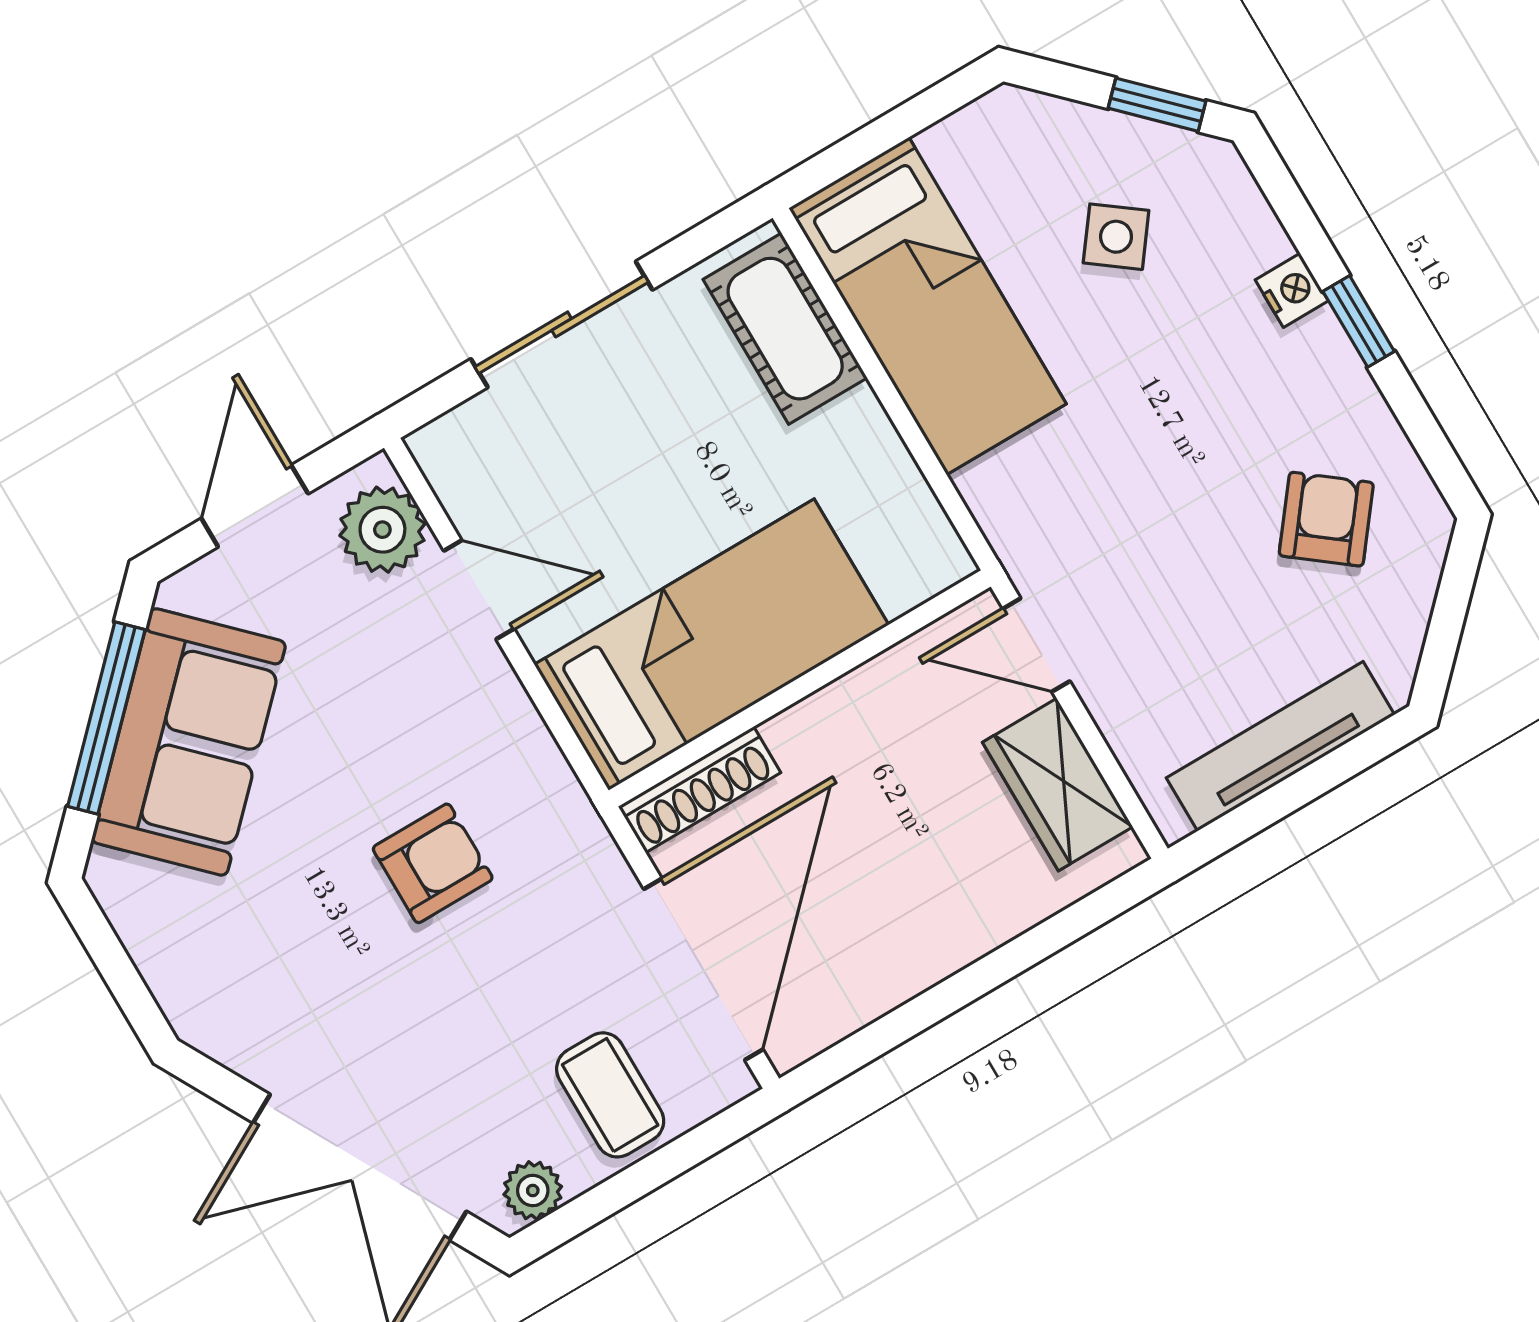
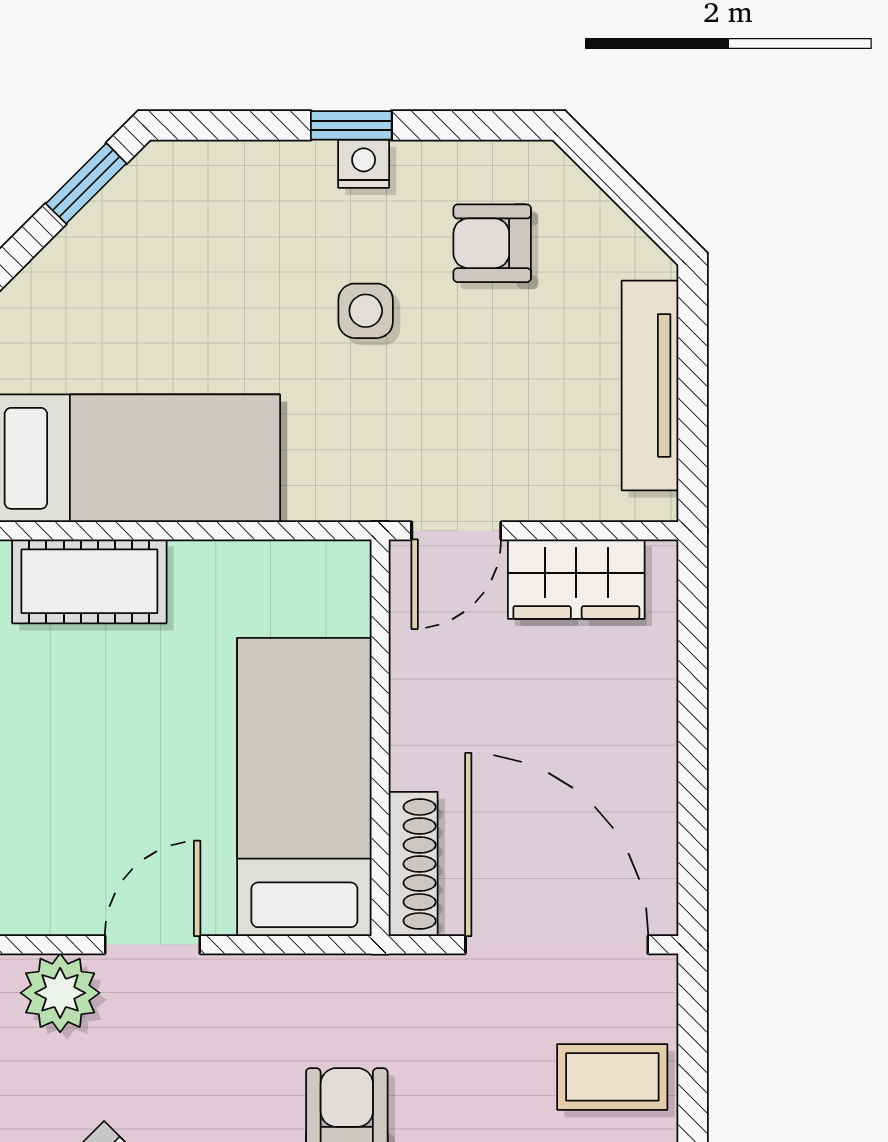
side table: (1116, 237) -> (366, 311), moved, turned -37
nightstand: (1292, 290) -> (364, 164), moved
armchair: (1326, 519) -> (492, 243), turned -38

